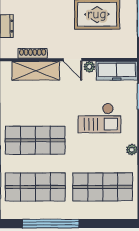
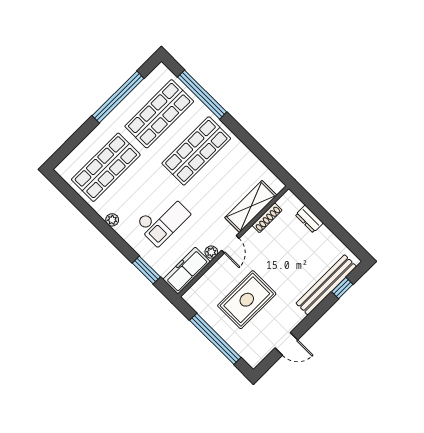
door: (73, 60) -> (230, 244), swing flipped
checkout: (99, 118) -> (163, 219), turned 180

